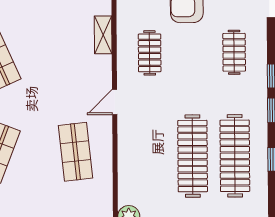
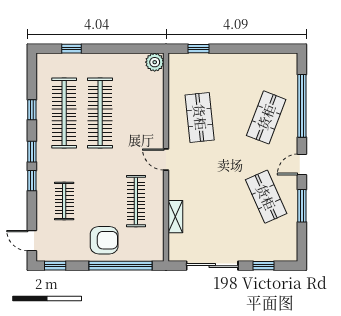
clothes rail: (150, 53) -> (136, 201), width x1.36
door: (115, 102) -> (166, 160), swing flipped

